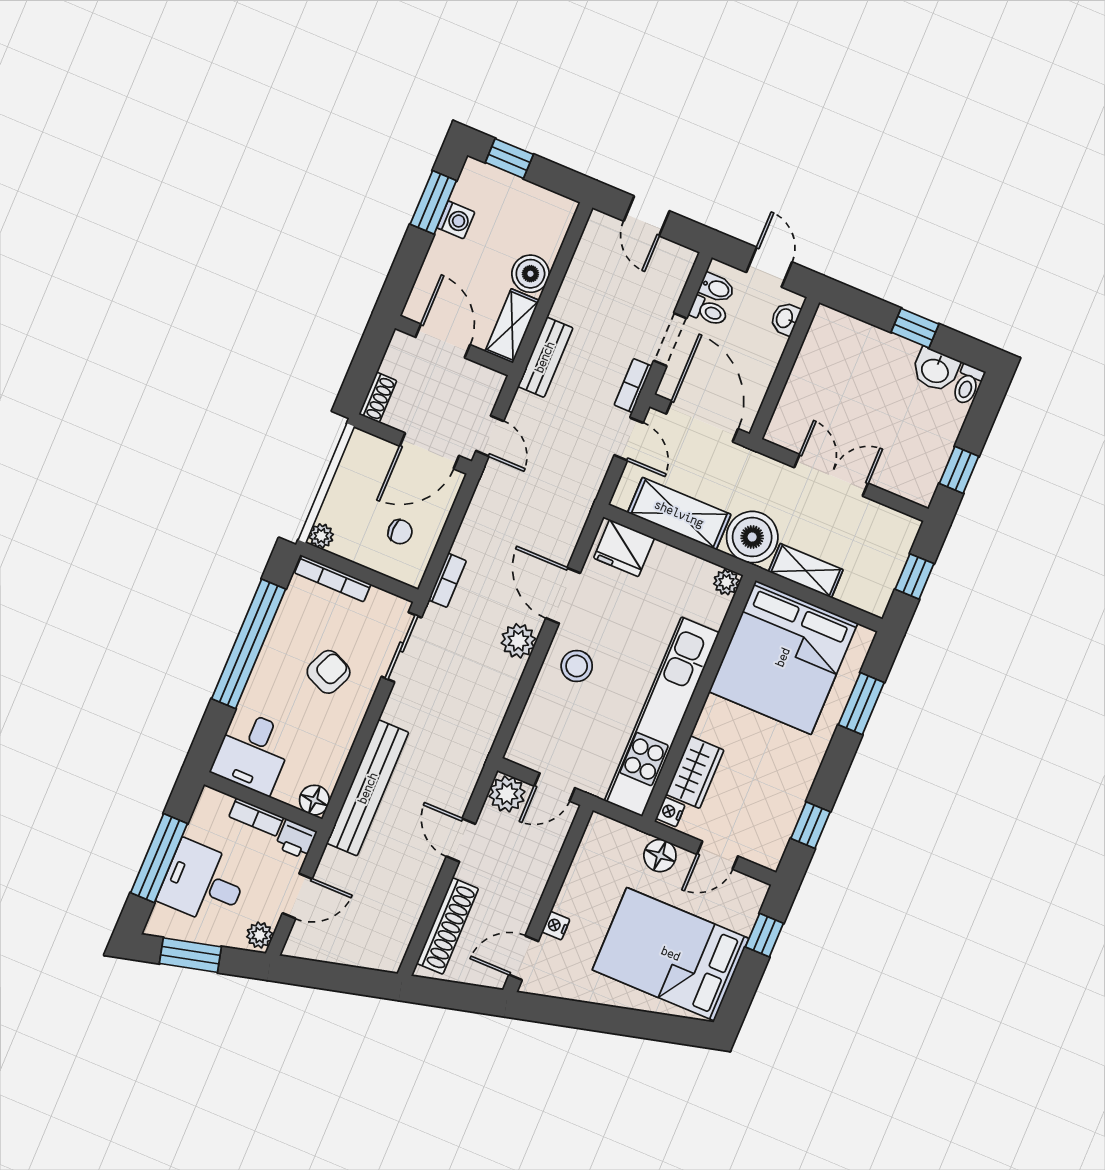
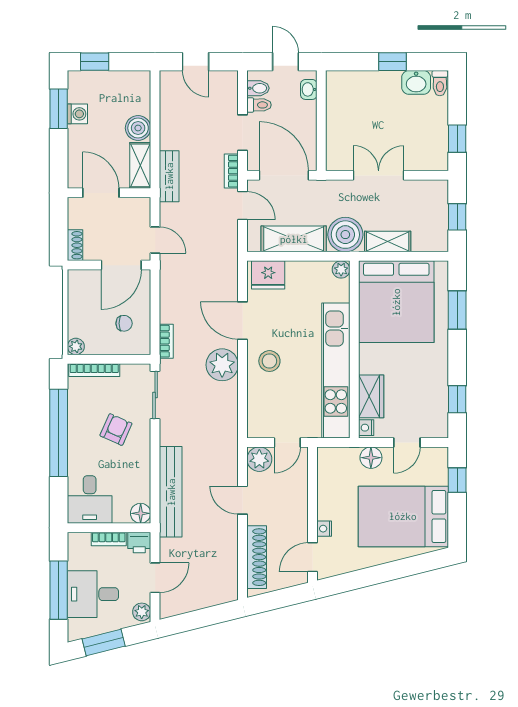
plant: (518, 641) -> (222, 365), width x1.36, depth x1.36

